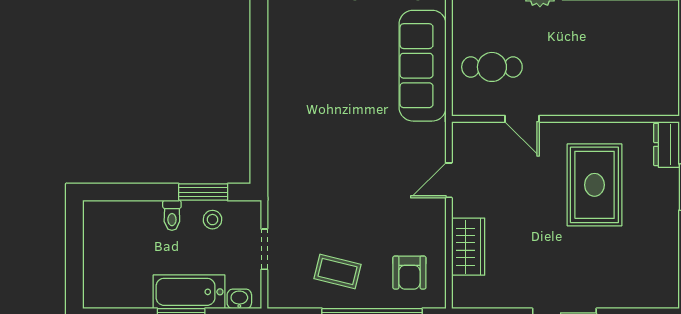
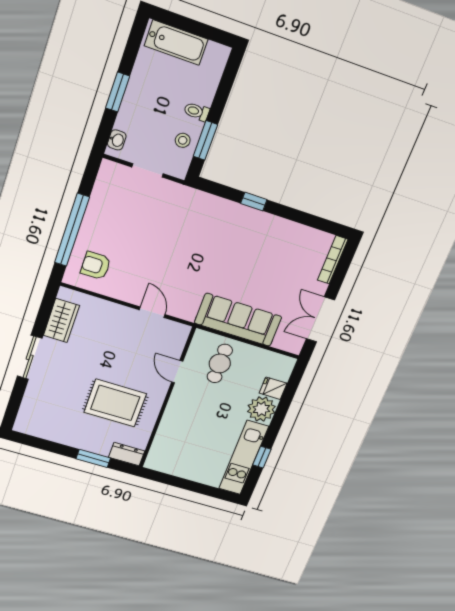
window: (259, 105) -> (254, 201), added
door: (522, 119) -> (177, 372), hinge flipped
wardrobe: (468, 247) -> (61, 321), moved, turned -90
coffee table: (337, 271) -> (113, 217), removed
bathtub: (189, 292) -> (176, 43), moved, turned 90

